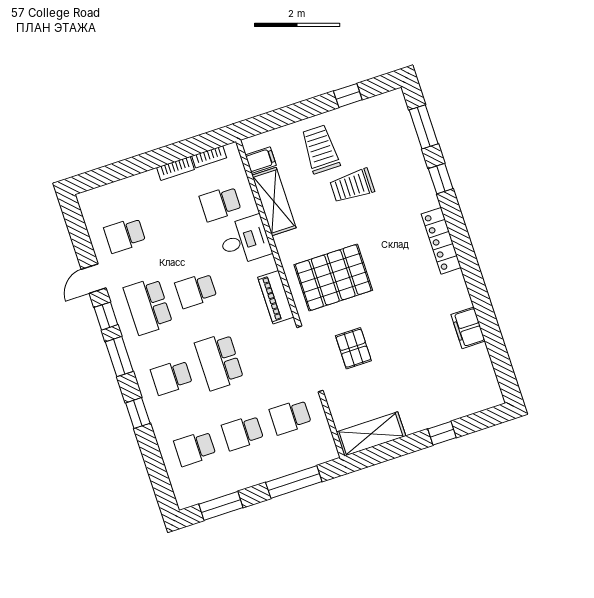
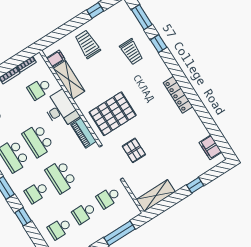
trolley: (352, 186) -> (131, 52), moved, turned -90
desk: (245, 240) -> (61, 109), width x1.37
locker: (441, 241) -> (178, 95), moved
school desk: (196, 290) -> (38, 140), width x1.85
filing cabinet: (468, 328) -> (210, 147), moved

